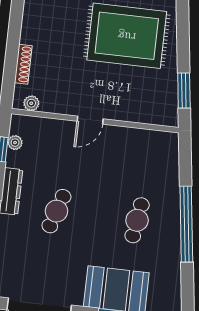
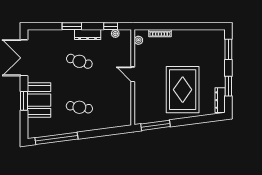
window: (184, 91) -> (155, 125), width x1.44
window: (186, 224) -> (56, 138), moved

